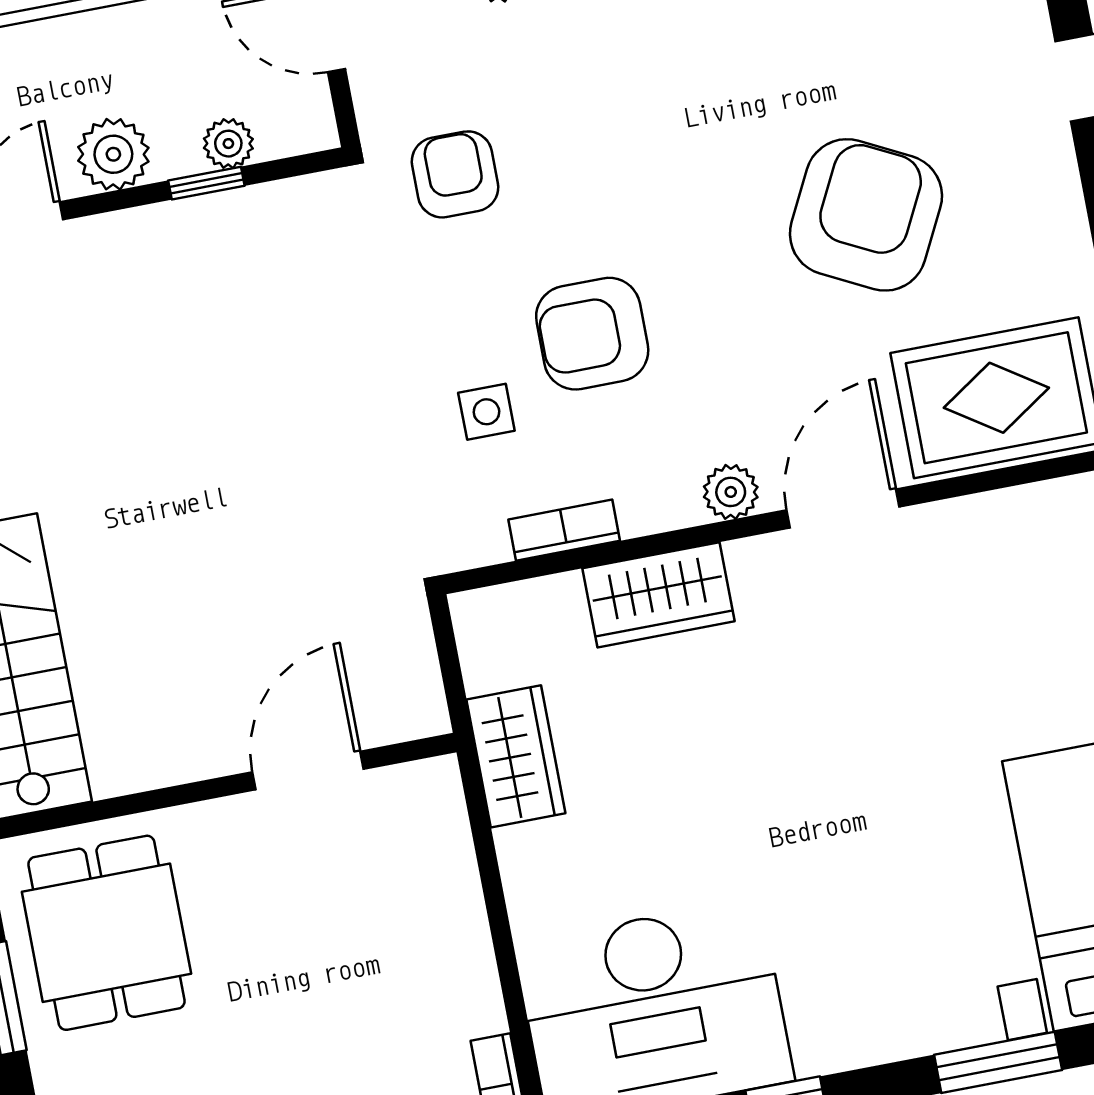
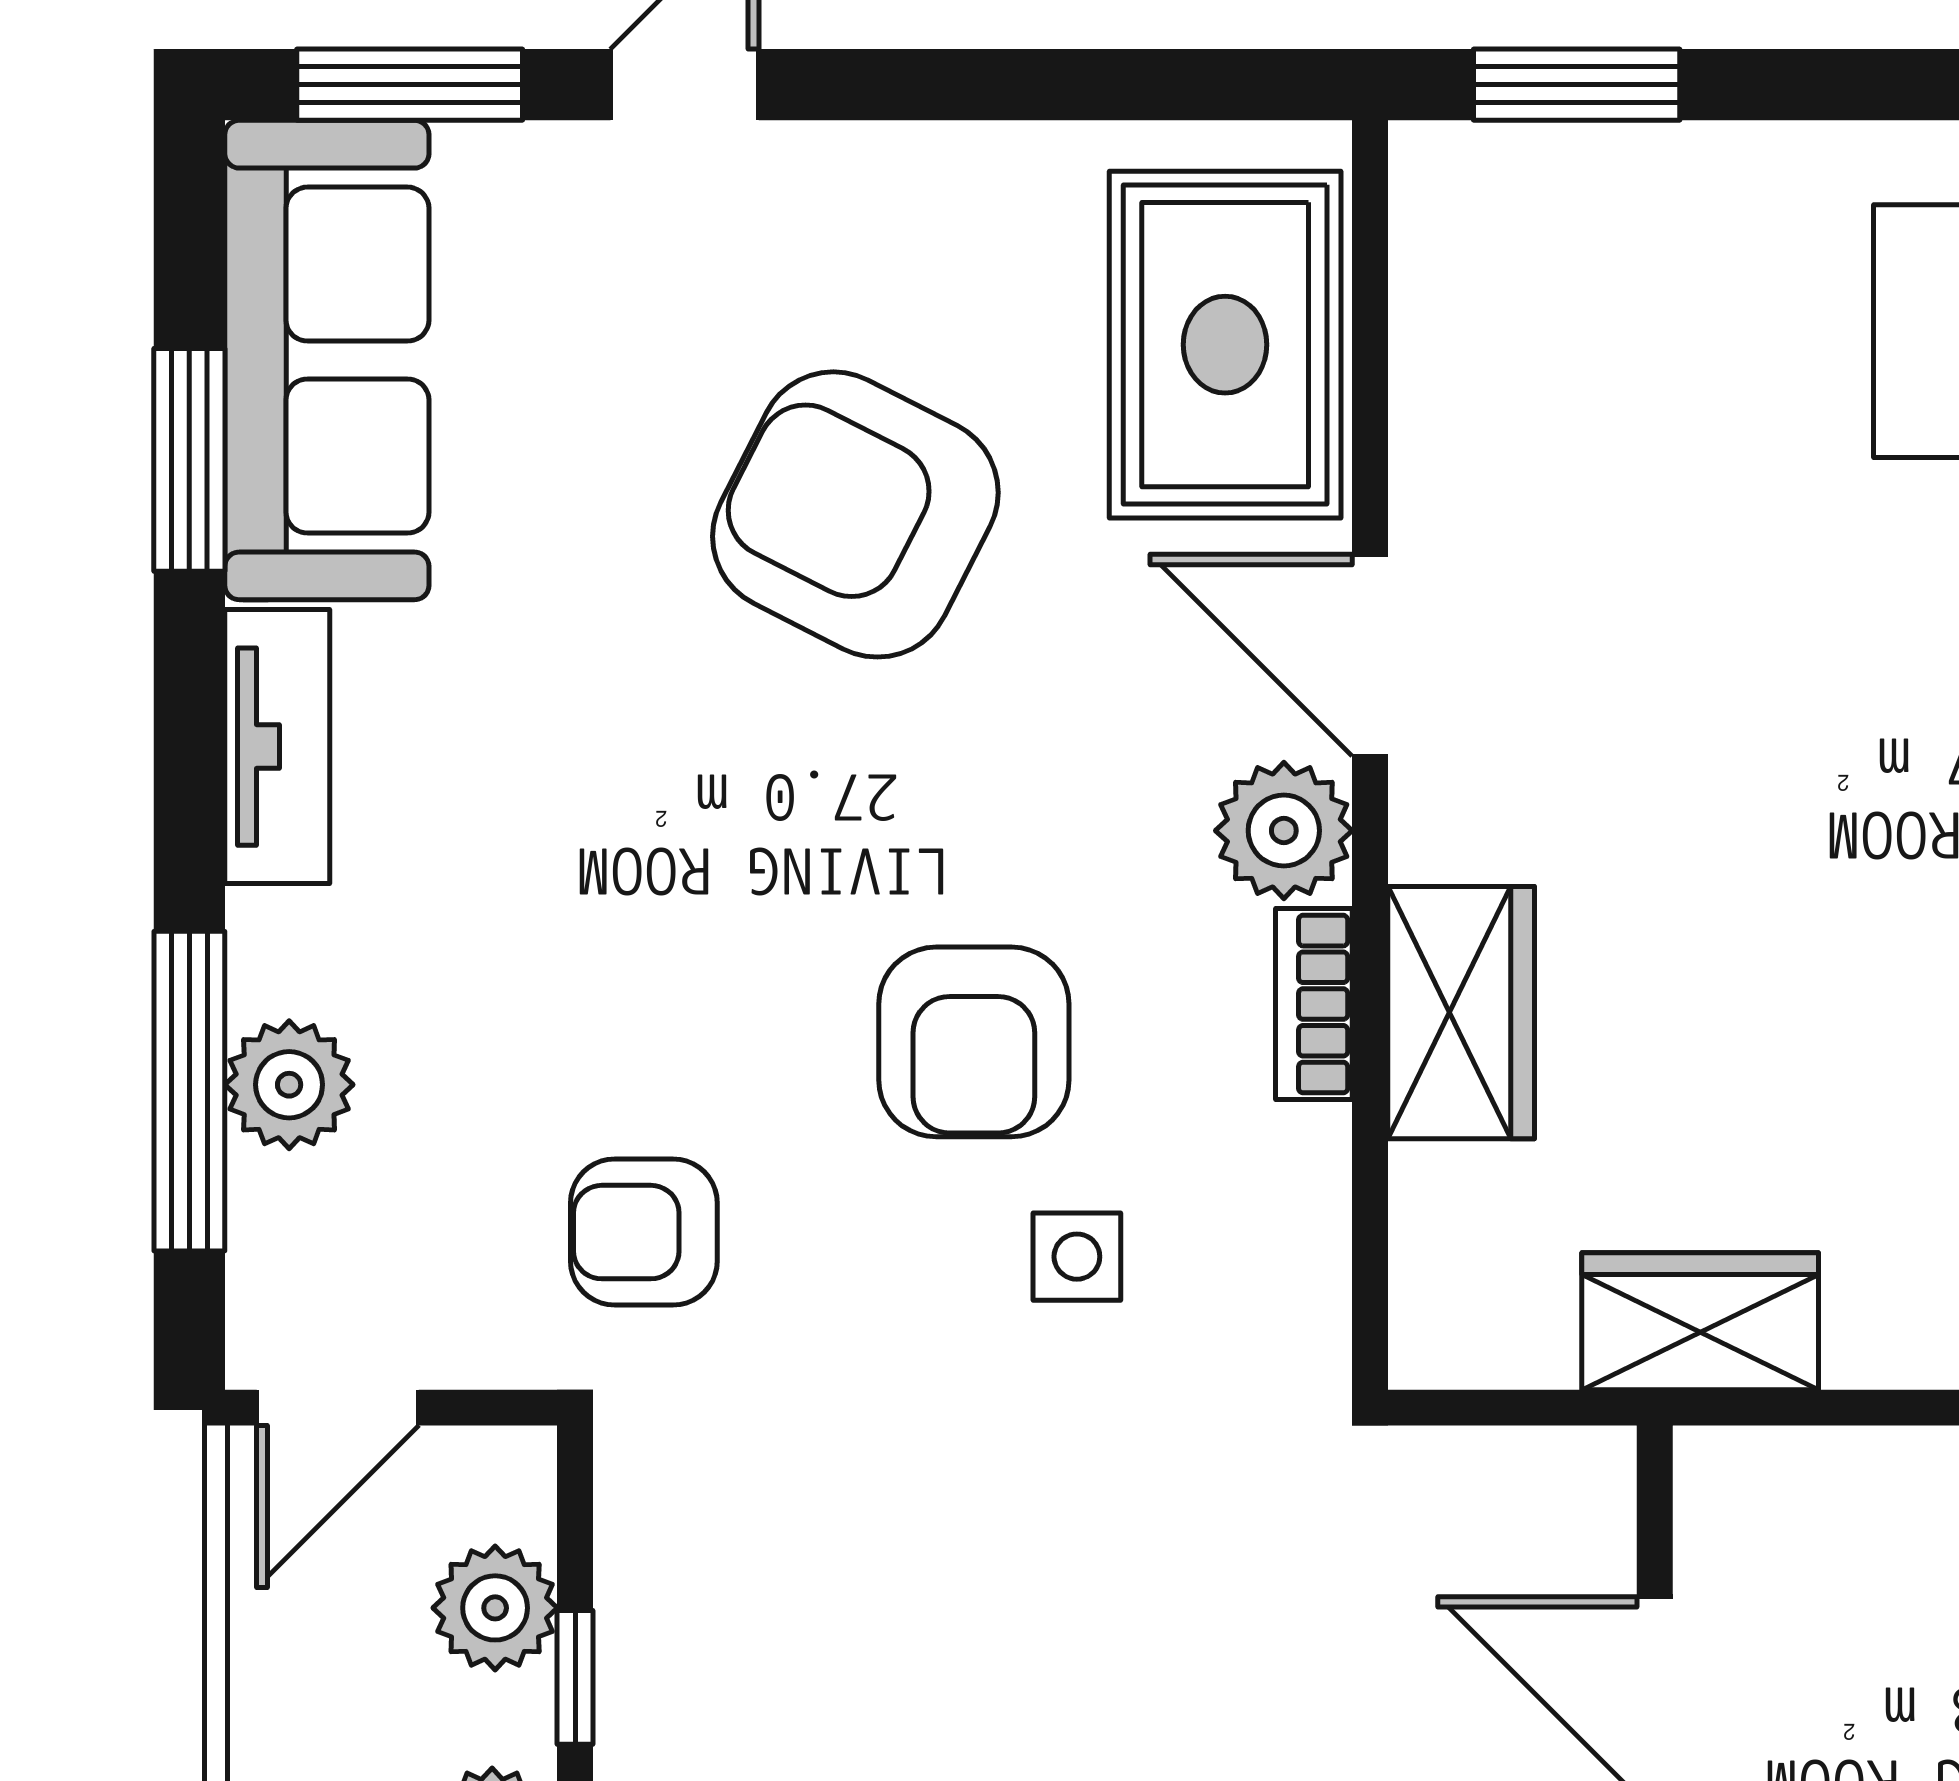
plant: (228, 144) -> (495, 1608), width x1.38, depth x1.38
plant: (731, 492) -> (1284, 831), width x1.38, depth x1.38
bookcase: (564, 530) -> (1314, 1004), moved

